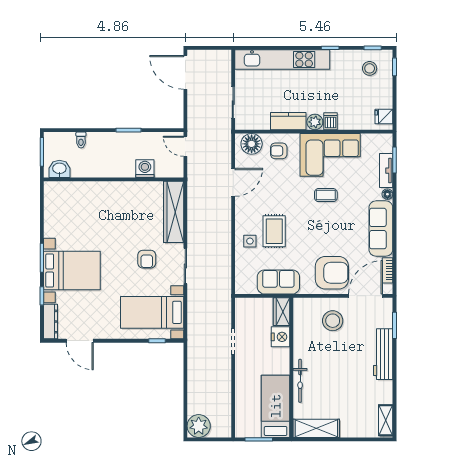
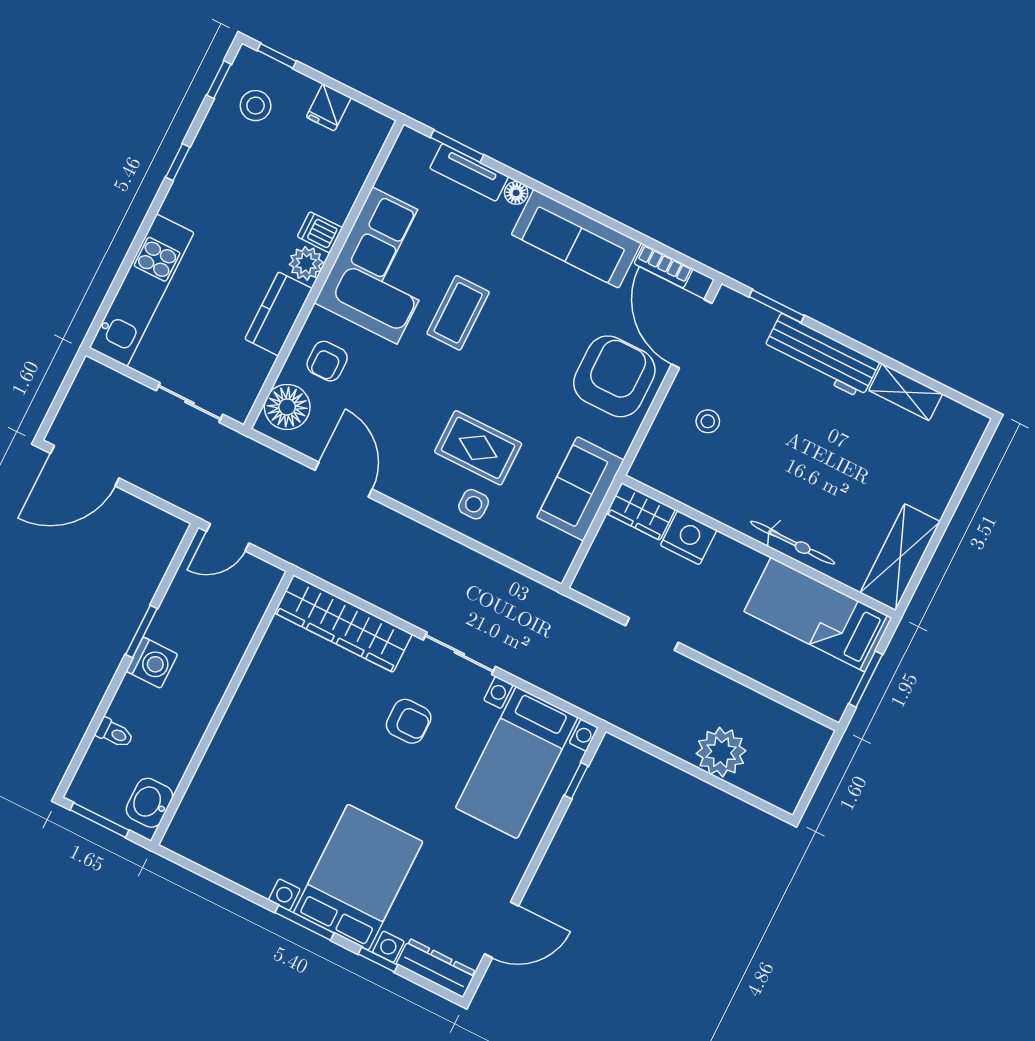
kitchen unit: (282, 60) -> (142, 290), width x0.73
fridge: (384, 116) -> (329, 107), moved
washing machine: (145, 169) -> (152, 663), moved, turned 180
coffee table: (326, 195) -> (458, 313), width x1.36, depth x1.30
stool: (333, 321) -> (708, 421), width x0.53, depth x0.53
shelving: (386, 420) -> (906, 392), moved
plant: (199, 426) -> (721, 752), moved

